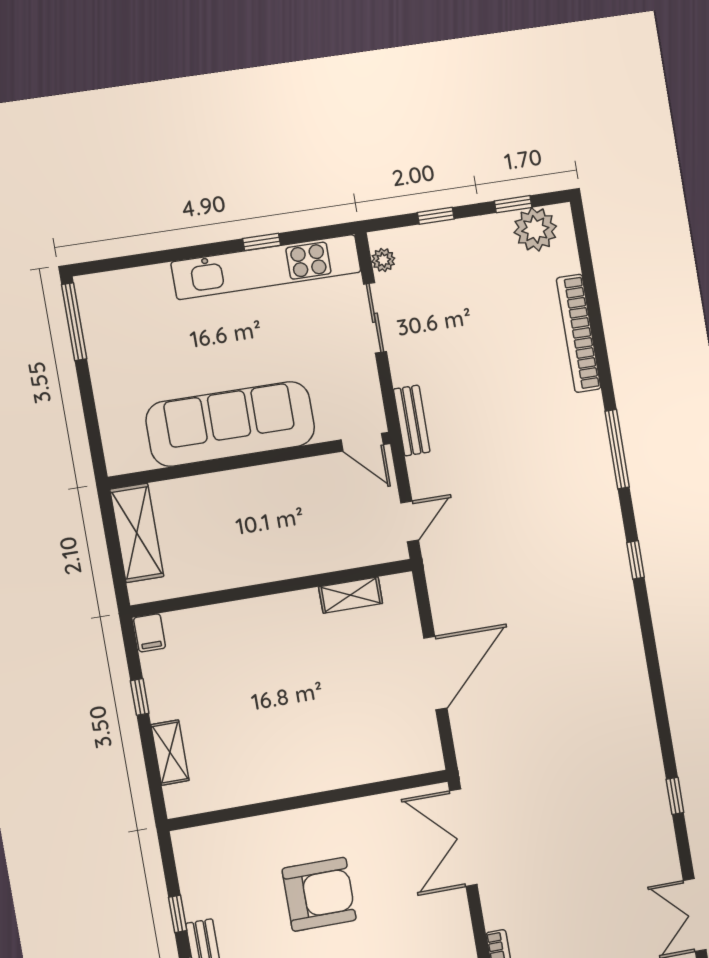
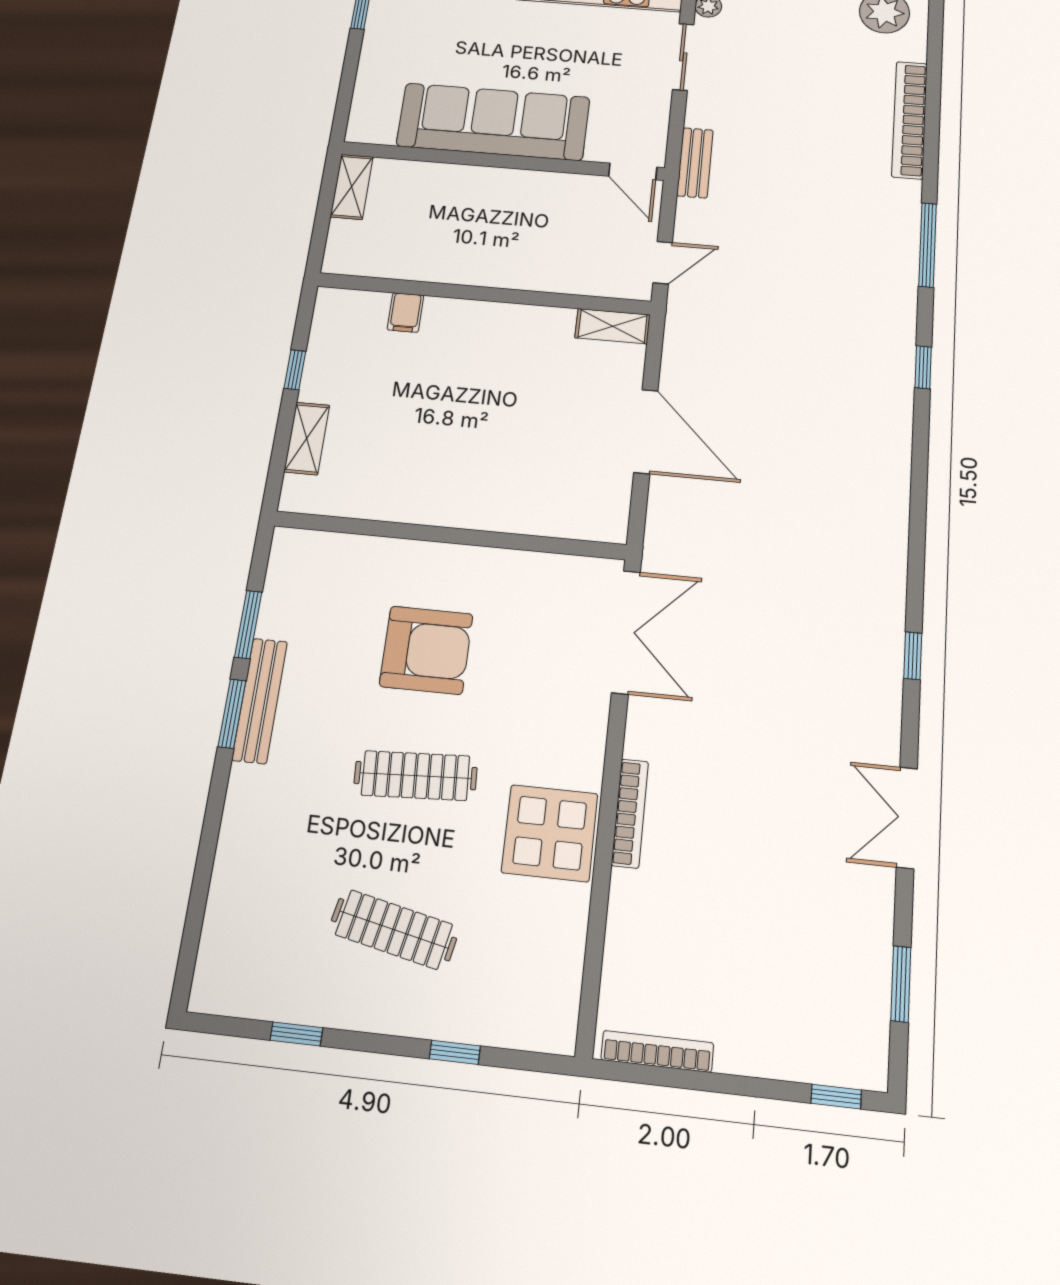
shelving: (137, 533) -> (352, 187), width x0.67, depth x0.75
shelving: (351, 595) -> (613, 326), moved
filing cabinet: (150, 633) -> (405, 313), moved
door: (435, 673) -> (646, 431), hinge flipped
double door: (463, 838) -> (626, 632), swing flipped
window: (178, 914) -> (248, 624), width x1.50

